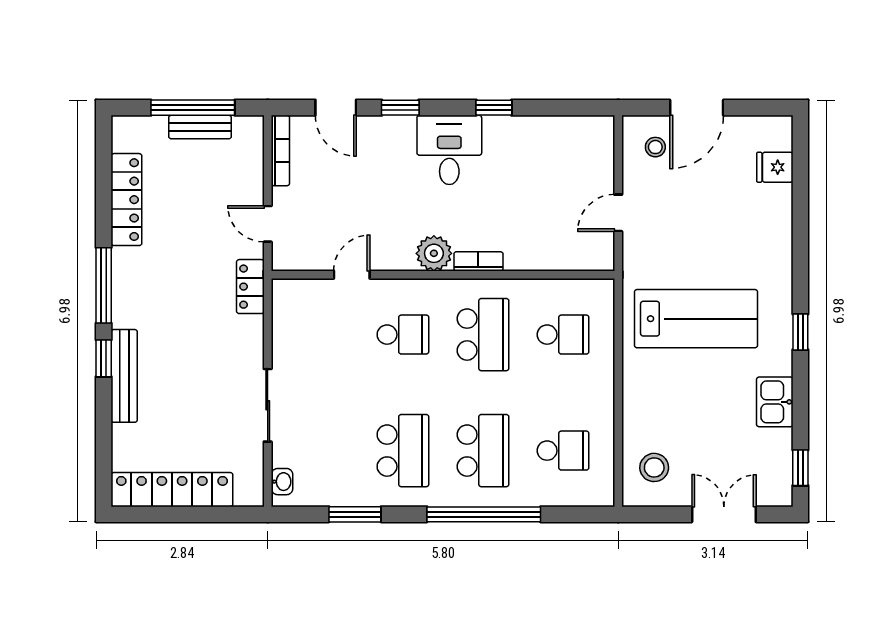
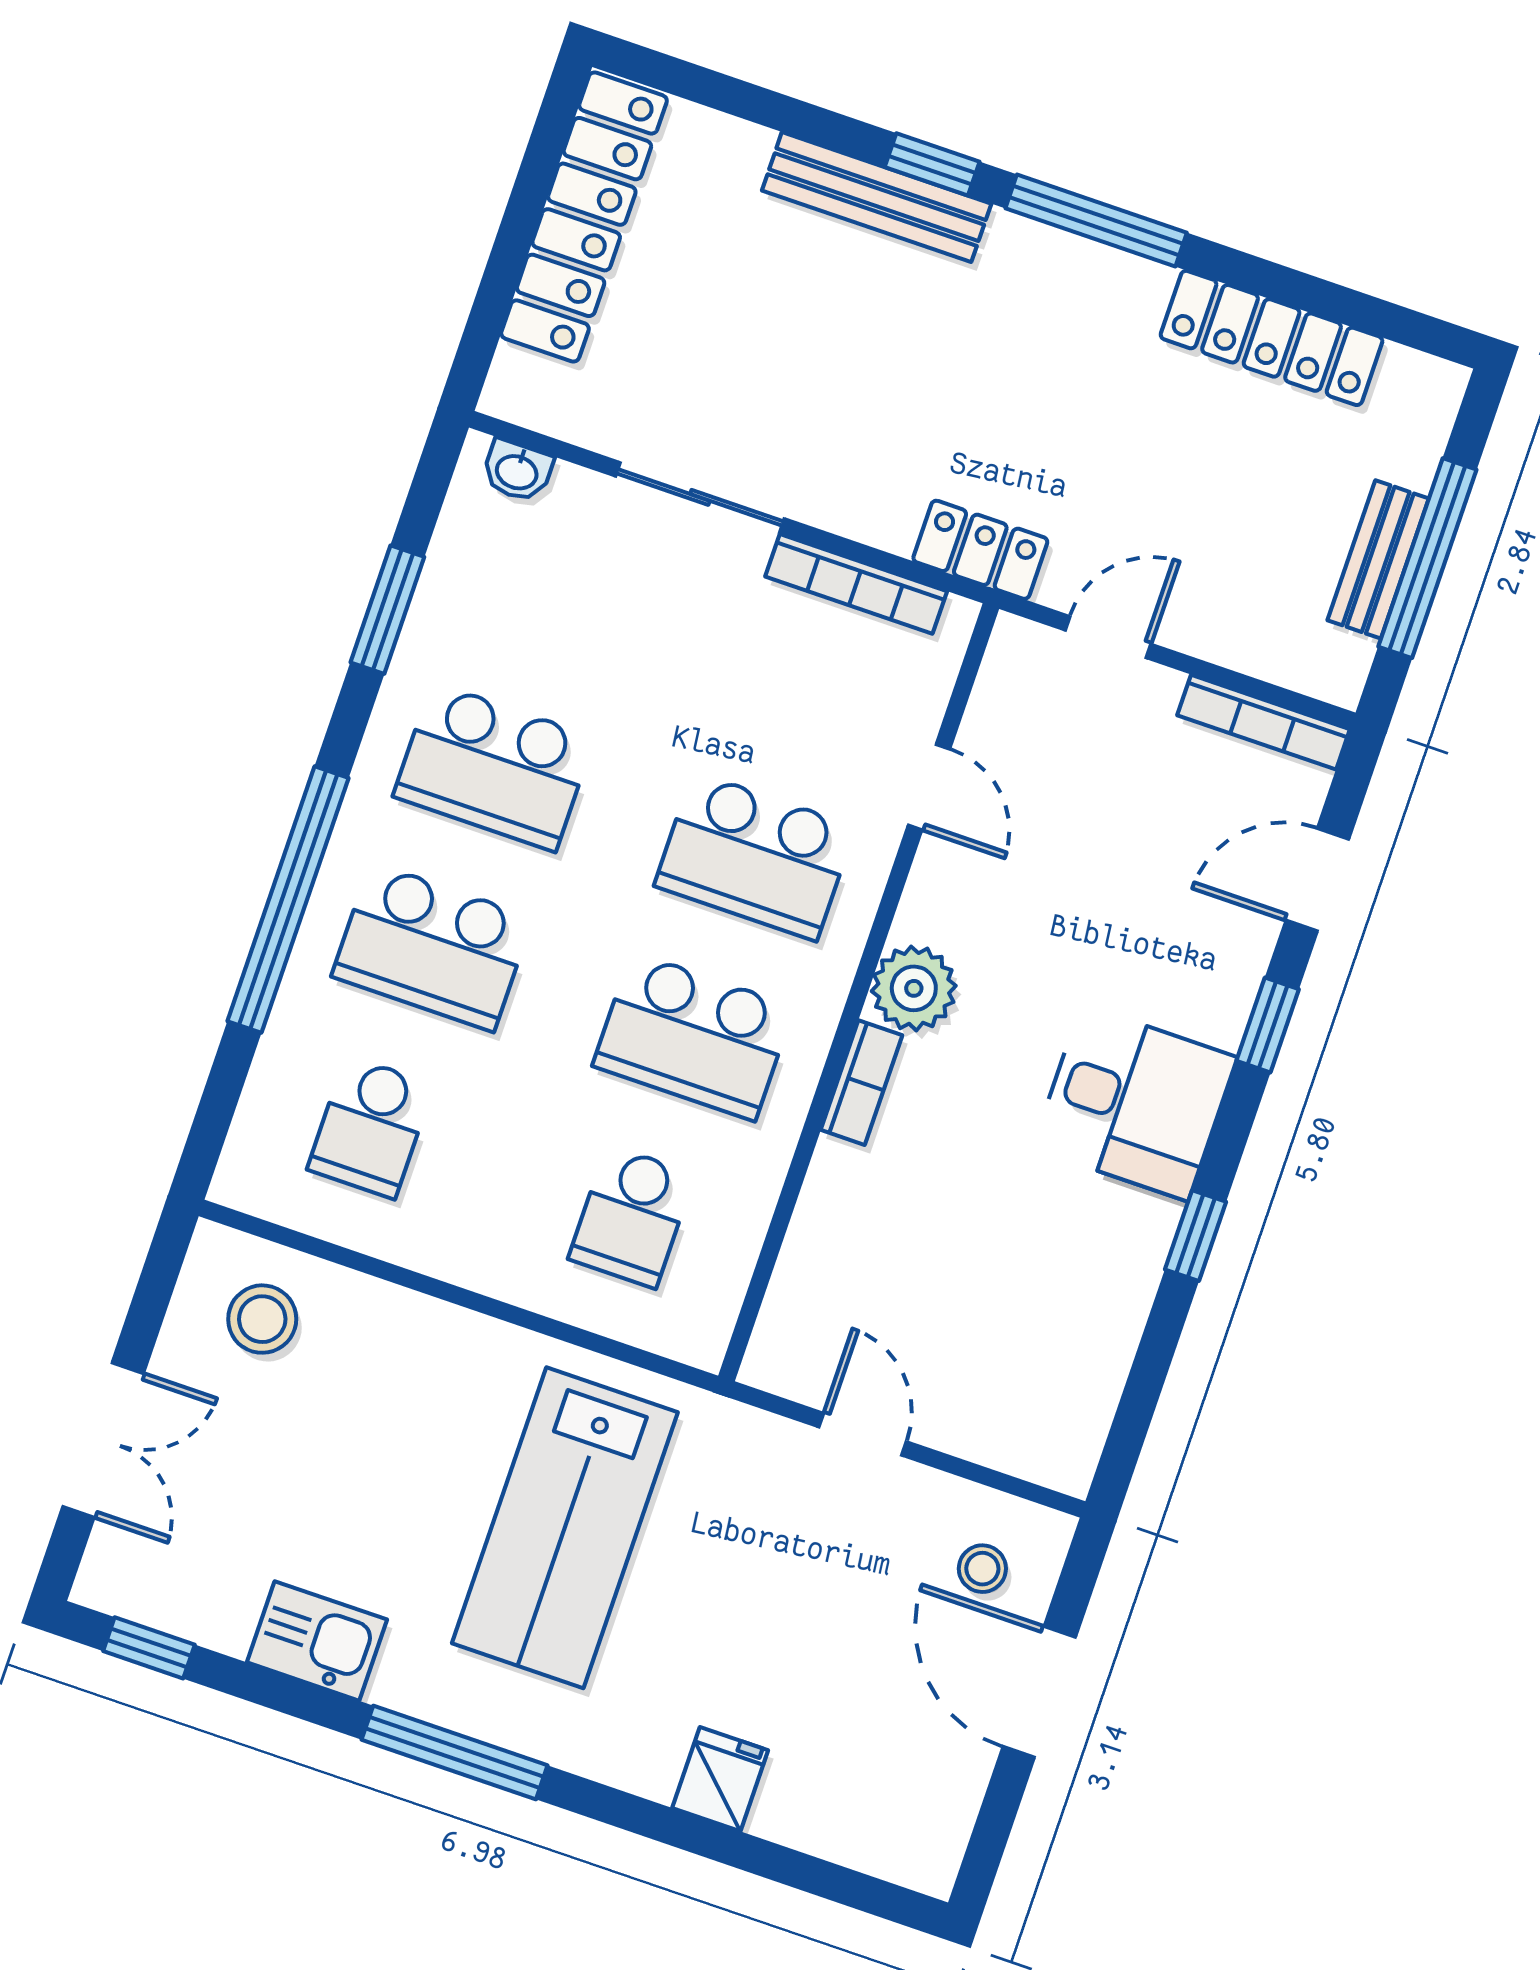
fridge: (775, 167) -> (720, 1779), moved
bookcase: (281, 331) -> (856, 584), added
window: (800, 332) -> (455, 1753), width x2.17
school desk: (403, 335) -> (755, 856), width x1.85

